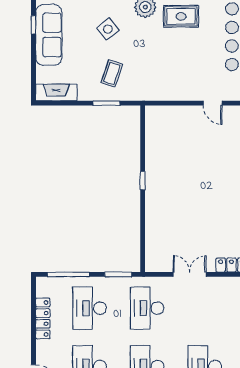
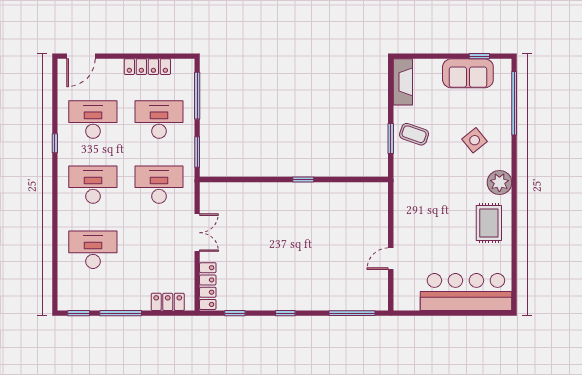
sofa: (49, 35) -> (468, 73), width x0.73
coffee table: (112, 73) -> (414, 134), moved

